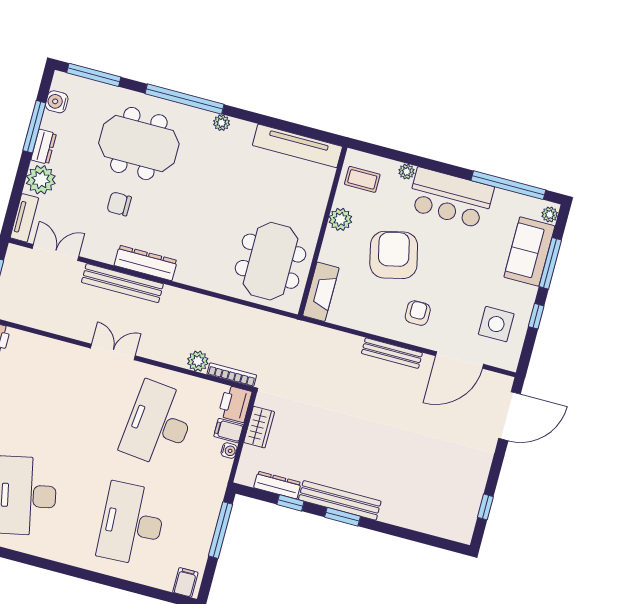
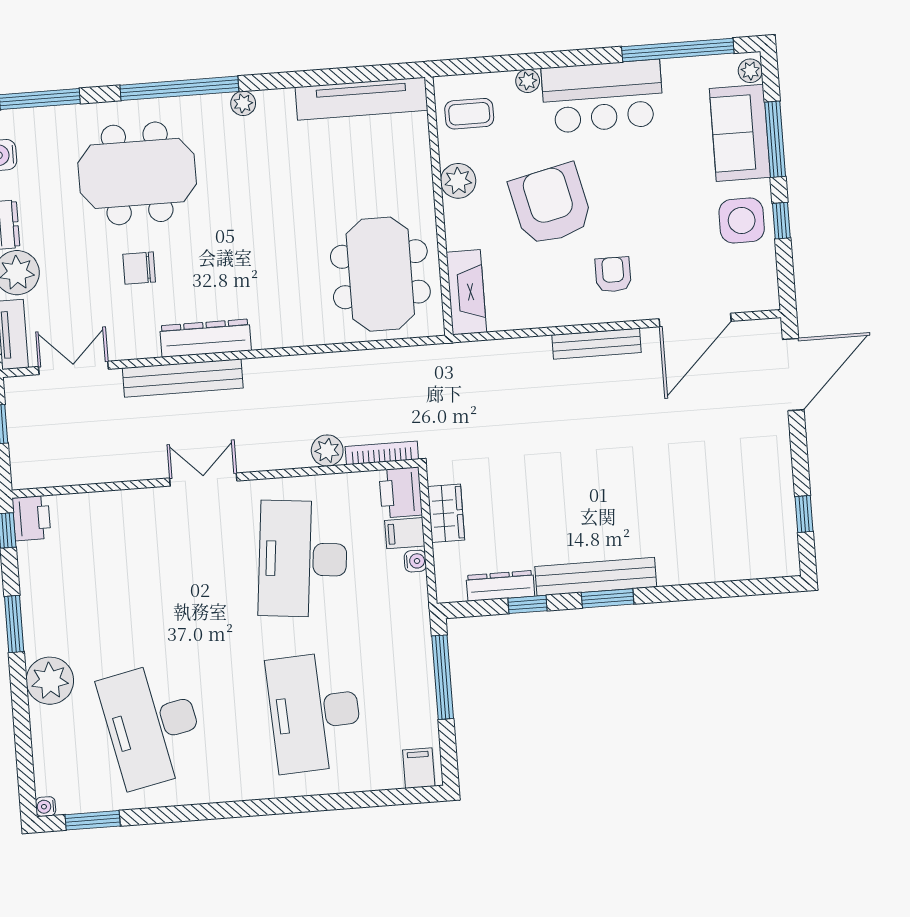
side table: (496, 324) -> (742, 220), moved

